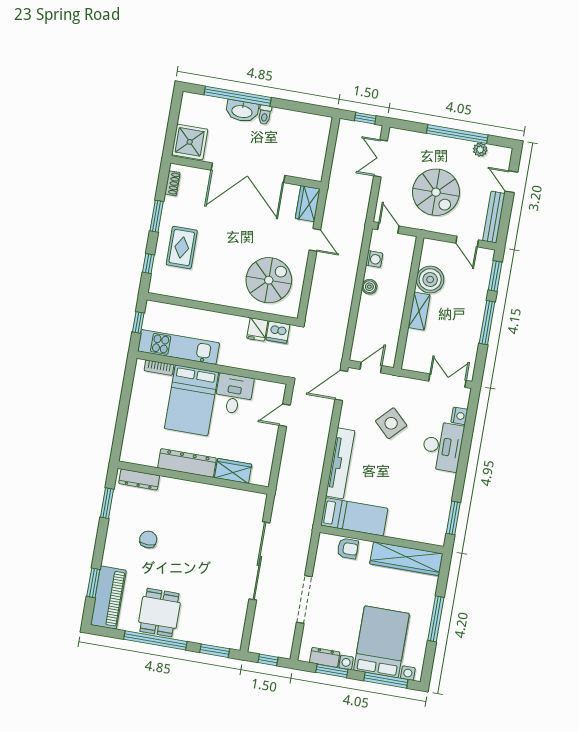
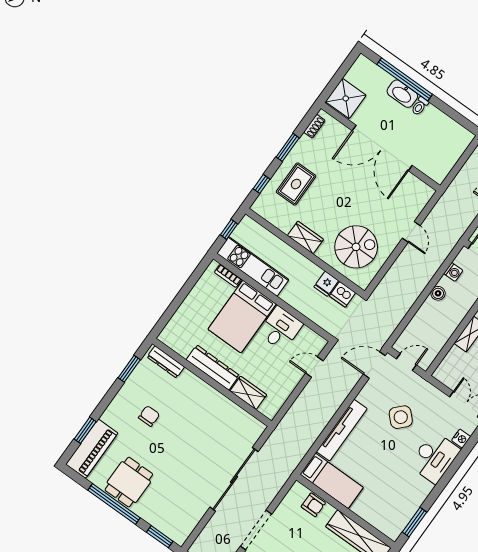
wardrobe: (308, 204) -> (305, 238), moved, turned 90

